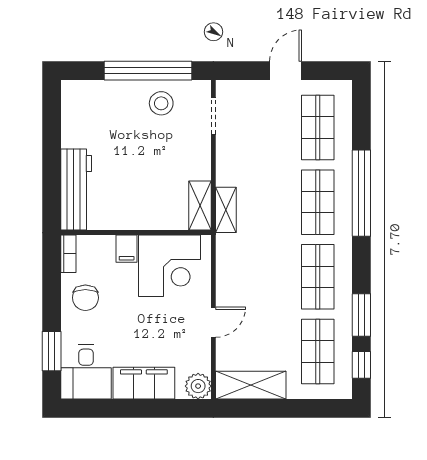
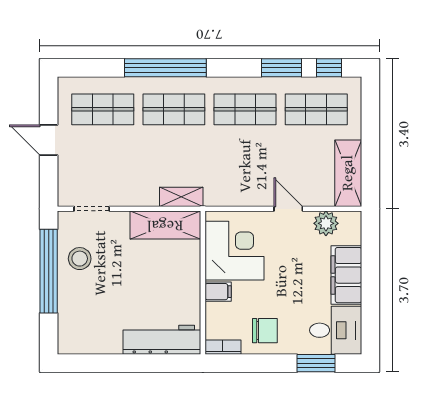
shelving: (200, 206) -> (165, 225), width x1.50, depth x1.33
plant: (198, 386) -> (326, 223), moved

